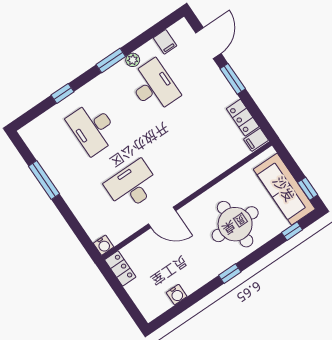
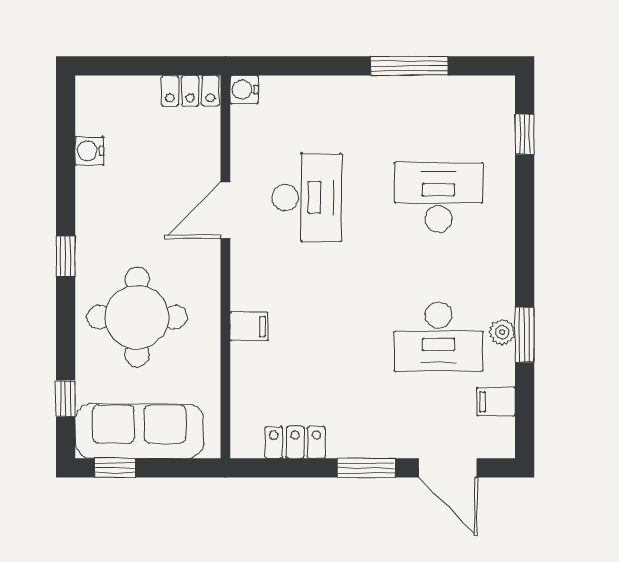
window: (111, 60) -> (525, 335), moved
window: (63, 93) -> (525, 134), moved
filing cabinet: (256, 140) -> (249, 327), moved, turned 90

